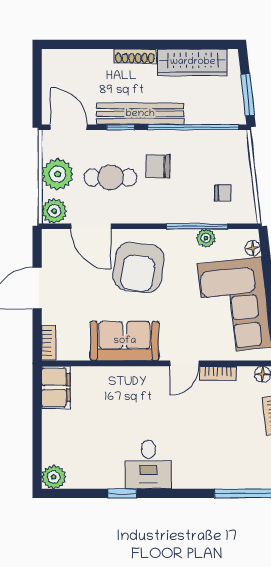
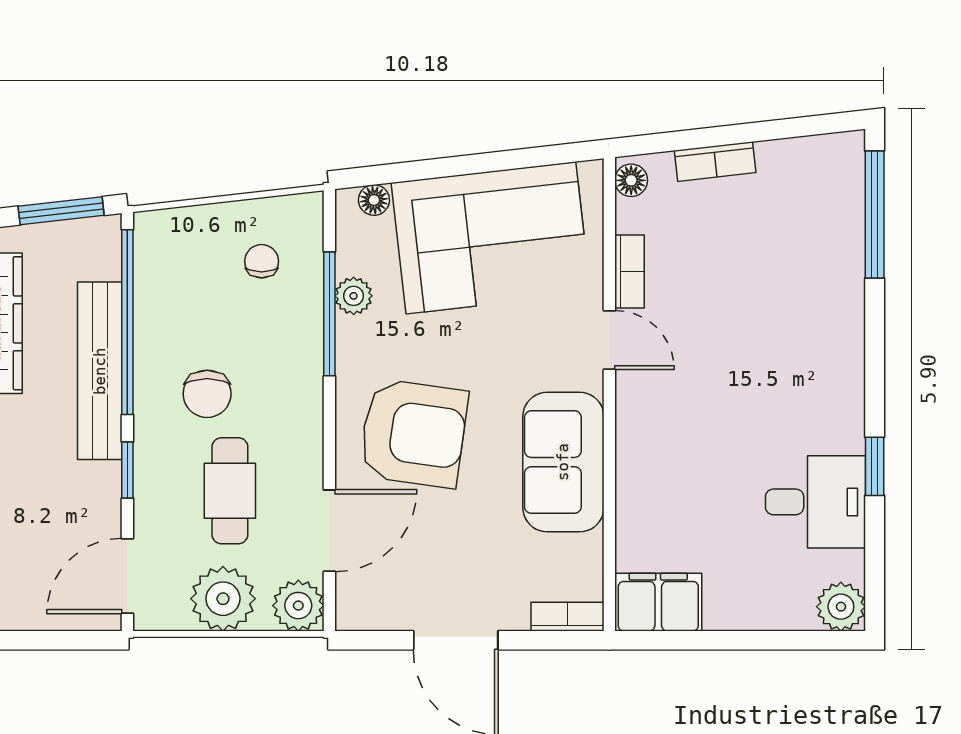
bench: (140, 114) -> (100, 371), moved
desk: (148, 464) -> (815, 502), moved

